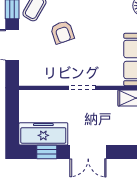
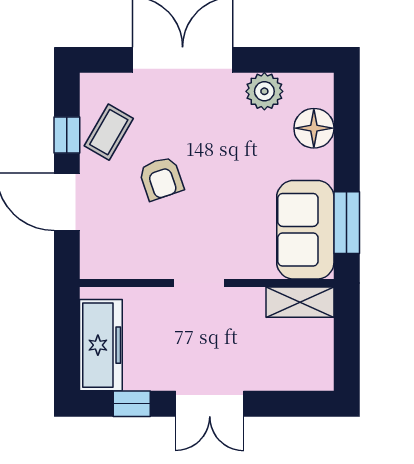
freezer: (43, 134) -> (101, 345), moved, turned 90

